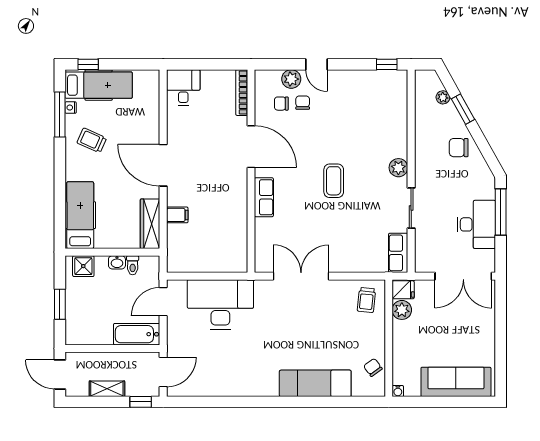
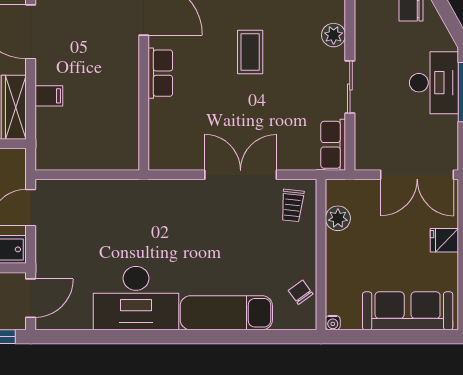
desk: (476, 224) -> (434, 83), moved
double door: (301, 276) -> (241, 175), moved
fridge: (403, 290) -> (444, 240), moved, turned 180
desk: (220, 304) -> (136, 298), moved, turned 180

